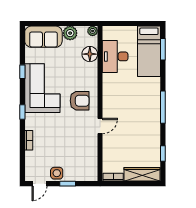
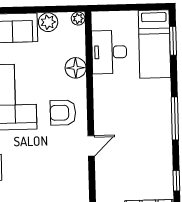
floor lamp: (90, 54) -> (76, 68), moved
armchair: (80, 101) -> (63, 113), turned 180

